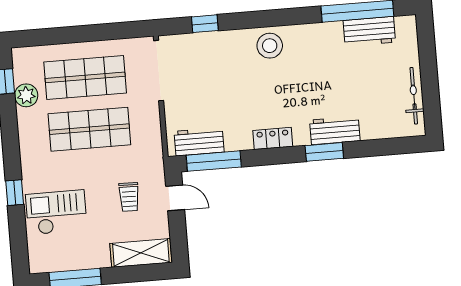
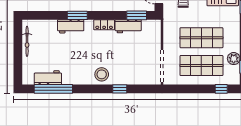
window: (205, 24) -> (120, 89), moved
window: (44, 37) -> (221, 89), added
workbench: (199, 142) -> (128, 26), moved
window: (214, 161) -> (137, 15), width x0.69

